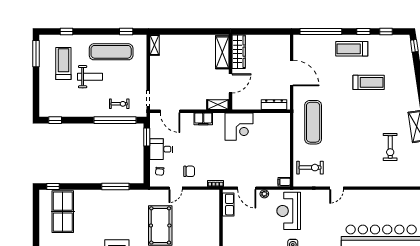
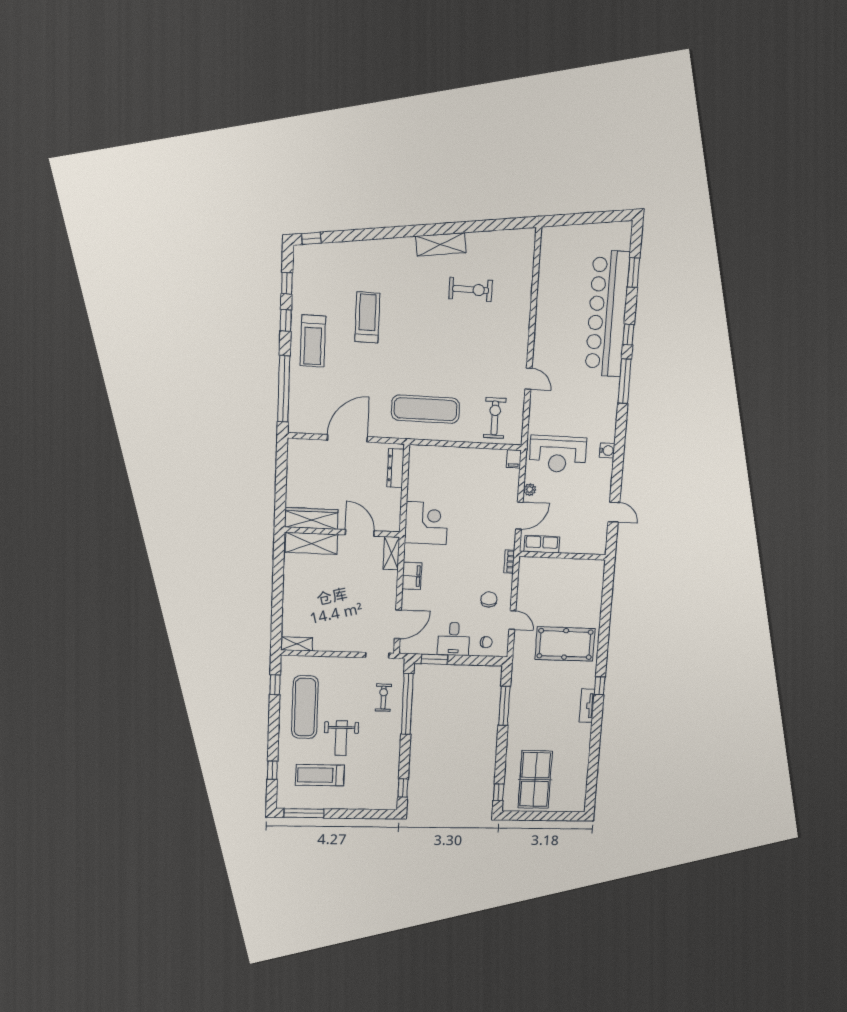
weight bench: (90, 77) -> (341, 738), turned 180
table tennis table: (63, 212) -> (535, 780), turned 90

